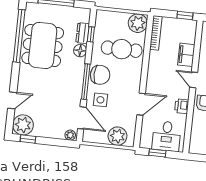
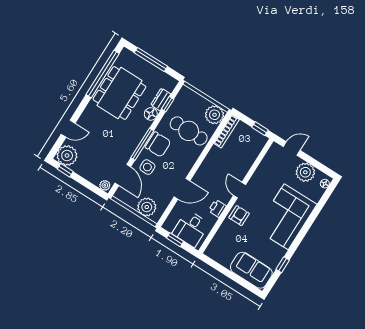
filing cabinet: (186, 55) -> (244, 164), removed

